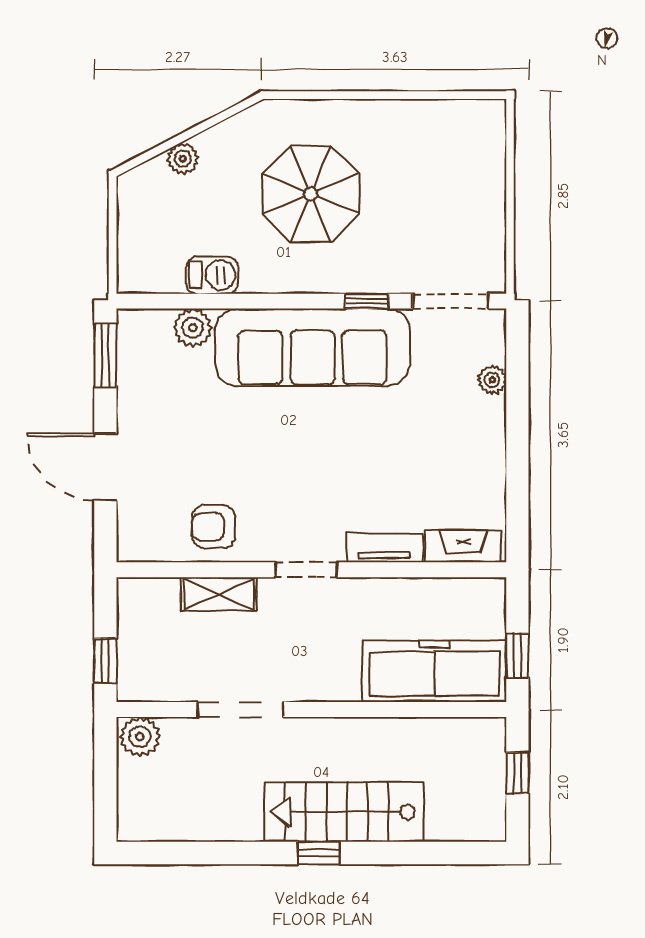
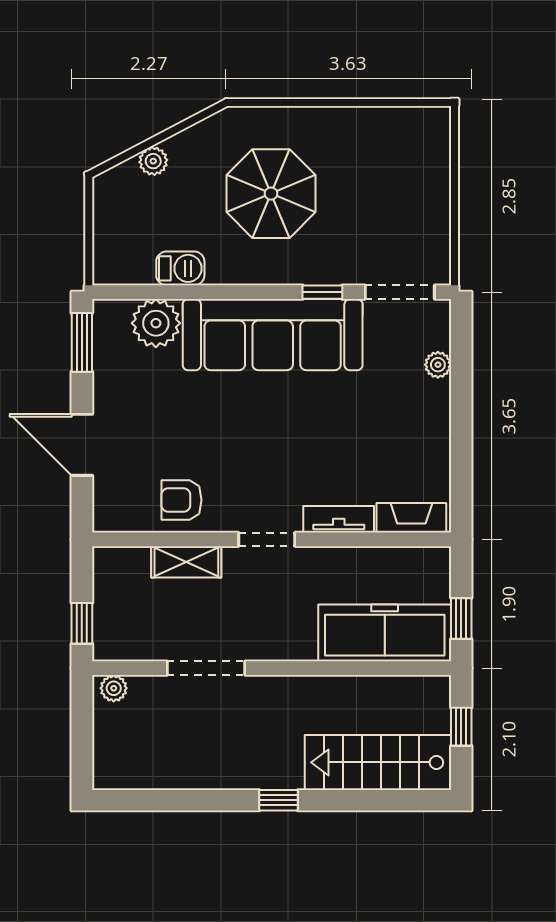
plant: (193, 328) -> (156, 323), width x1.36, depth x1.36
plant: (140, 737) -> (114, 688), width x0.73, depth x0.73
stairs: (344, 812) -> (378, 762), moved

